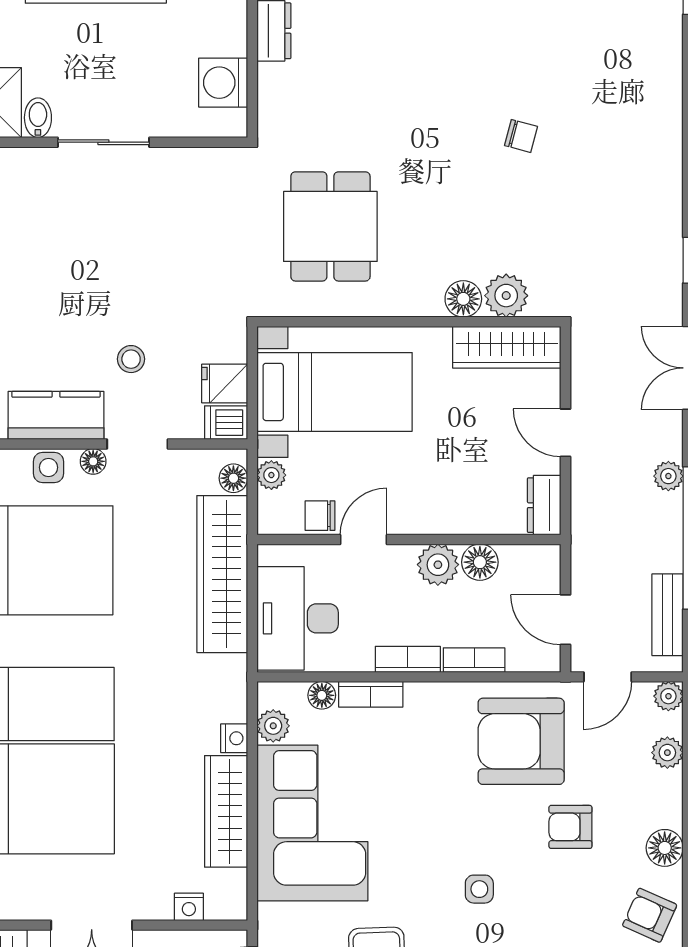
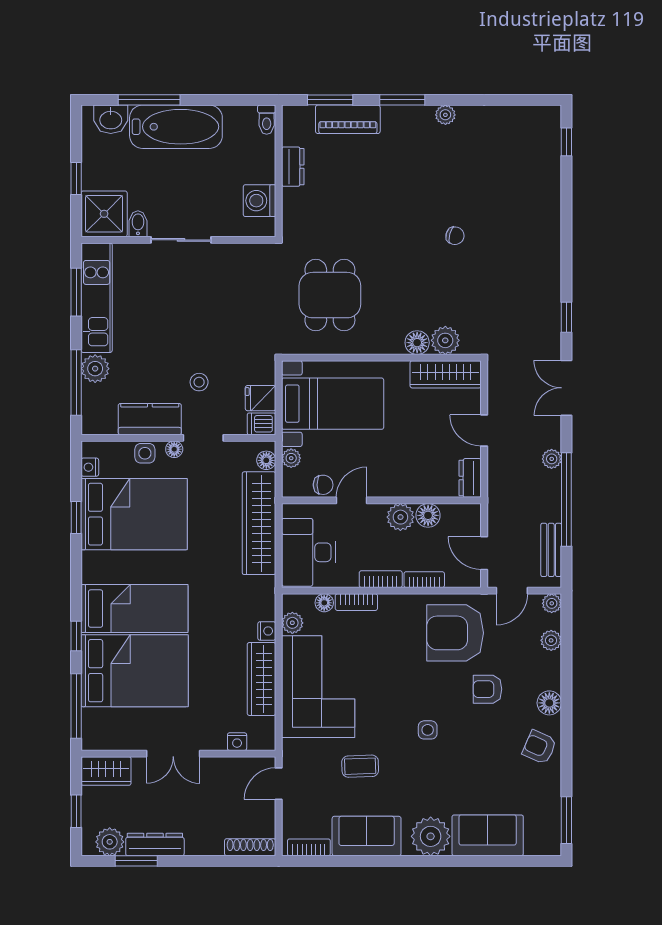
chair: (320, 516) -> (323, 485), turned 180

